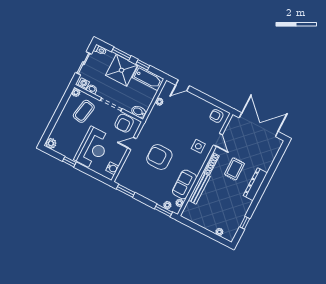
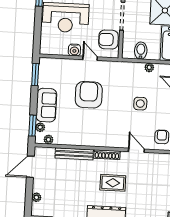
bidet: (139, 112) -> (141, 51), moved
door: (218, 140) -> (136, 150), swing flipped
side table: (198, 146) -> (140, 104), moved
water cooler: (112, 168) -> (74, 50), moved
sofa: (184, 184) -> (46, 105), moved, turned 90
door: (194, 226) -> (30, 167), added

